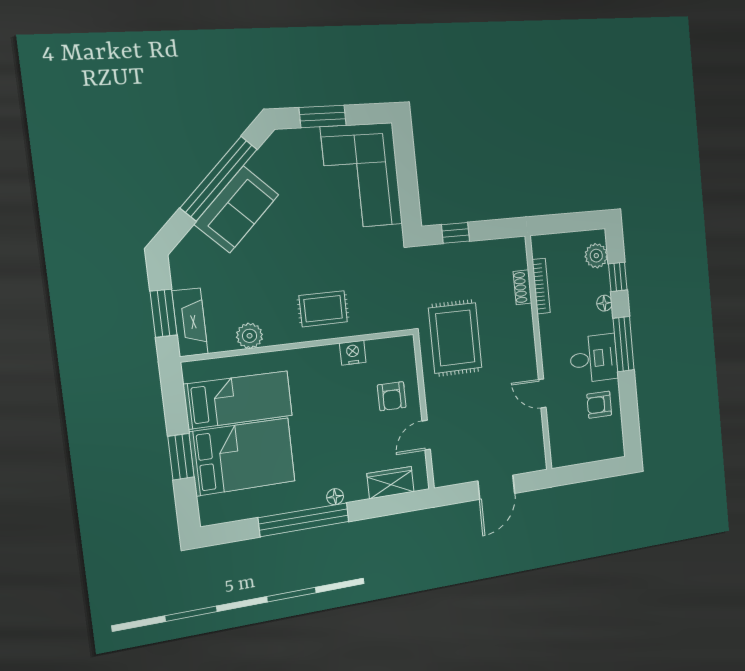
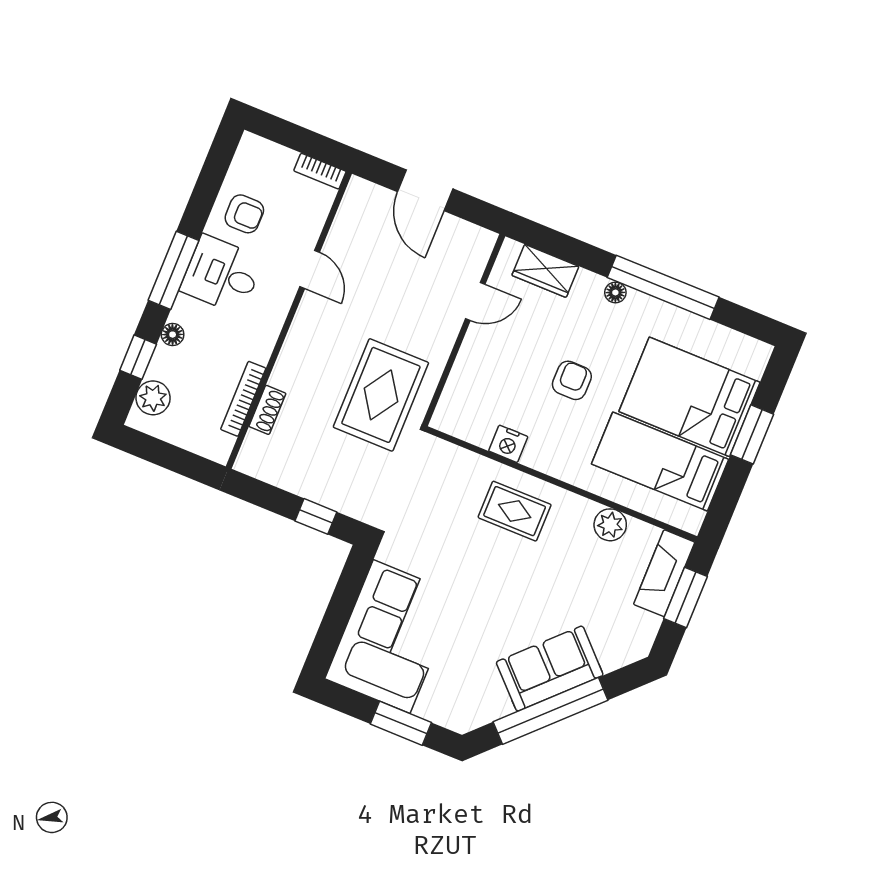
armchair: (392, 396) -> (572, 380), moved
bookcase: (567, 459) -> (320, 171), added
door: (496, 487) -> (425, 190), swing flipped

